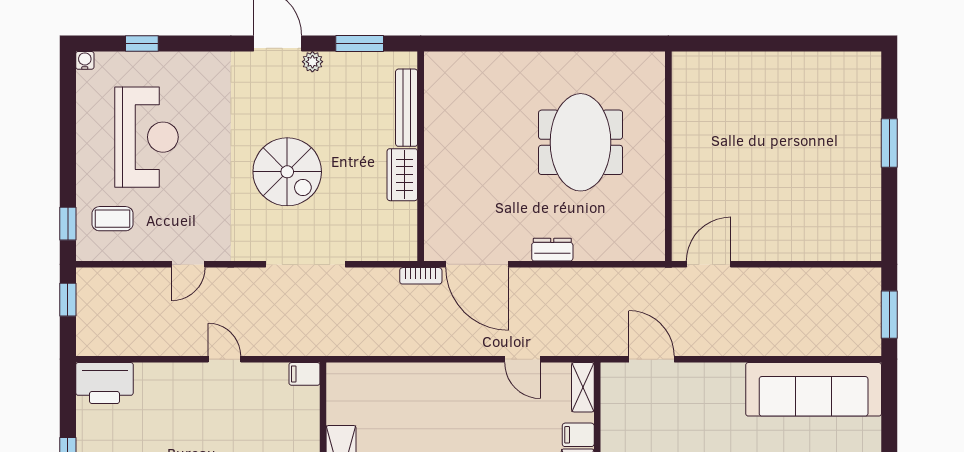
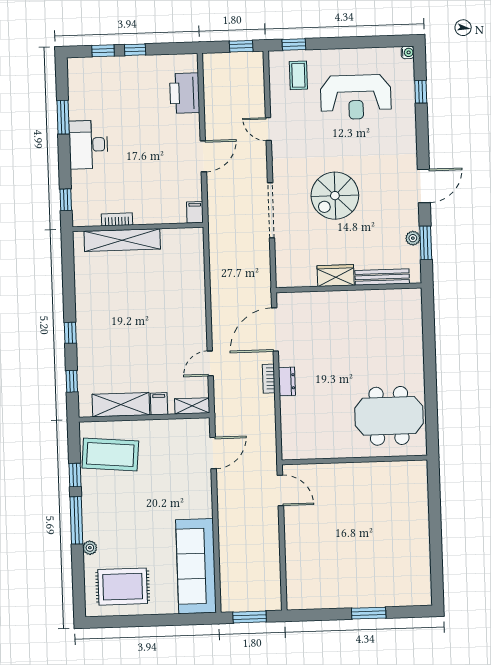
plant: (312, 62) -> (413, 238), moved
meeting table: (581, 142) -> (389, 416), moved
bookcase: (421, 276) -> (269, 379), moved
door: (224, 359) -> (203, 156), width x1.38
printer: (105, 383) -> (185, 93), moved

